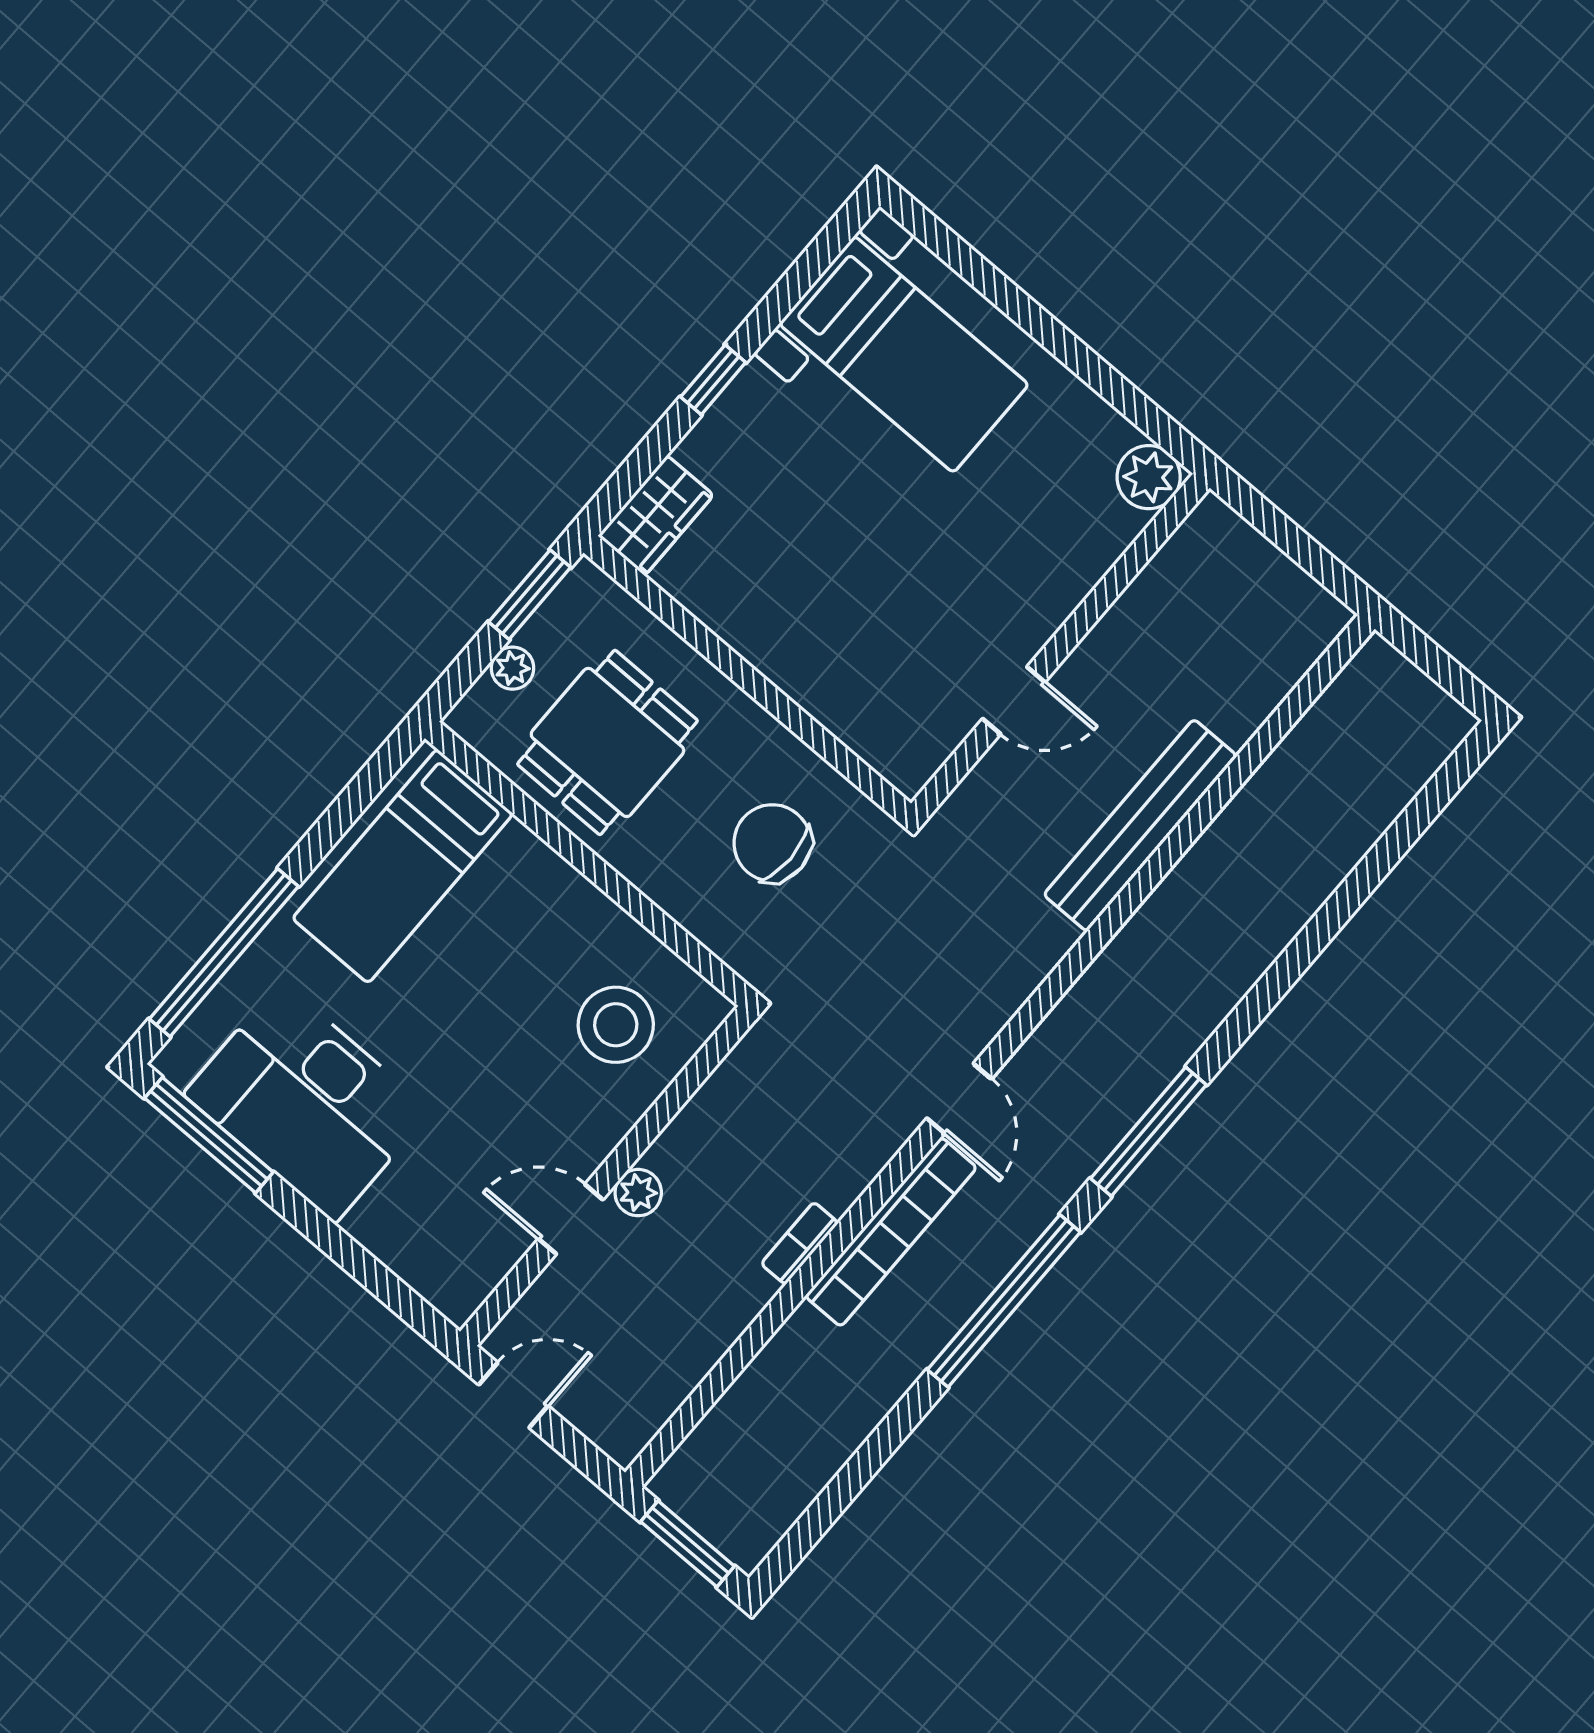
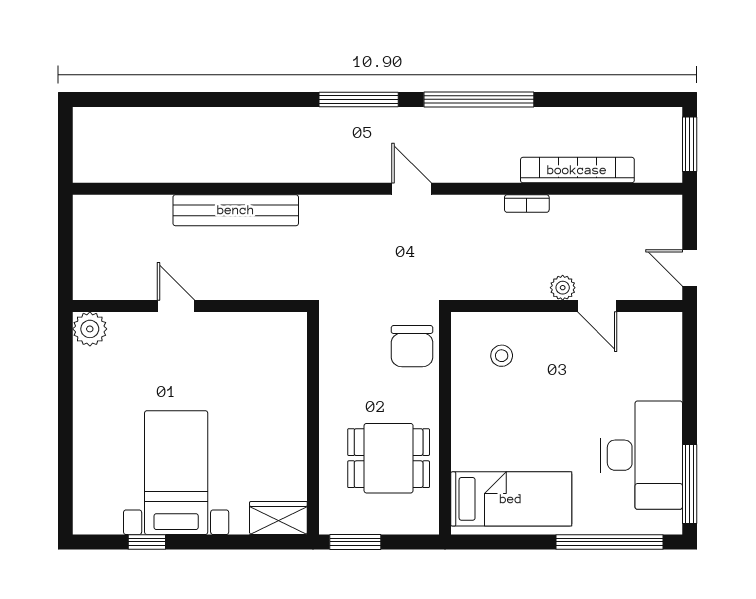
bed with nightstands: (904, 354) -> (176, 473), moved
window: (713, 380) -> (147, 542), moved
plant: (512, 668) -> (391, 523), removed
door: (1014, 700) -> (176, 306), moved
chair: (772, 843) -> (412, 346), moved
stool: (616, 1025) -> (502, 356), width x0.53, depth x0.53
door: (959, 1099) -> (411, 189), hinge flipped
bookcase: (891, 1232) -> (577, 170), moved

